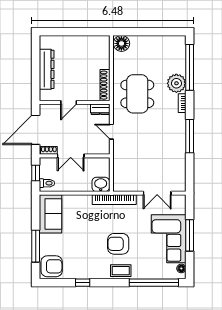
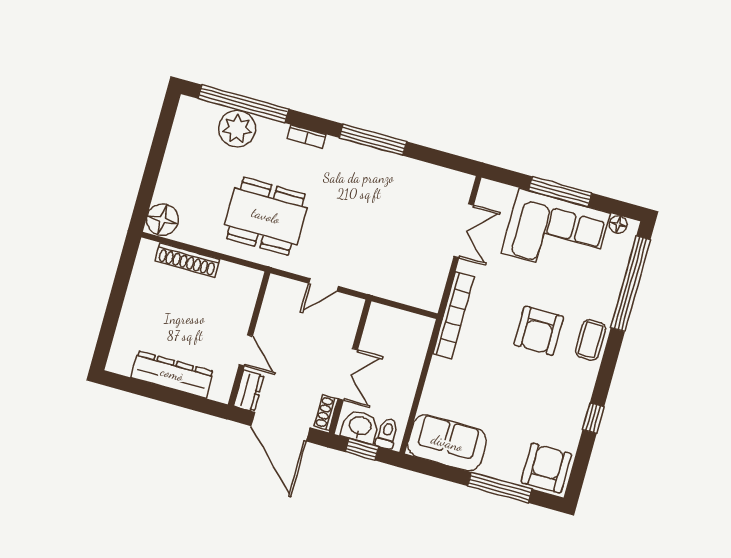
plant: (176, 83) -> (237, 129), moved
shoe rack: (105, 85) -> (187, 260), moved
dresser: (100, 109) -> (249, 391), moved
washbasin: (101, 184) -> (360, 426), moved, turned 90

